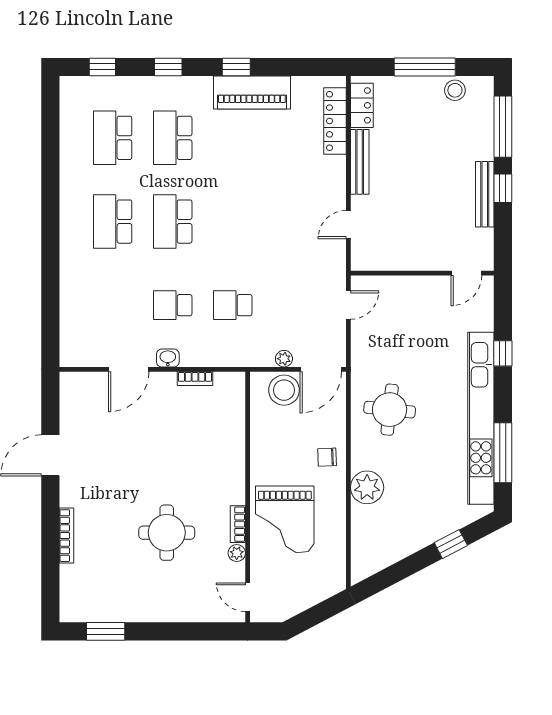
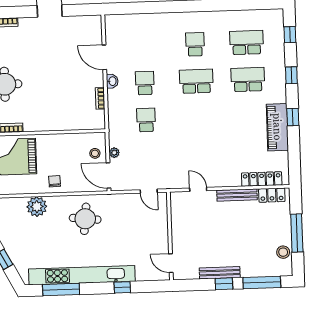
school desk: (113, 222) -> (195, 44), width x0.54
stool: (284, 390) -> (95, 153), width x0.53, depth x0.53

